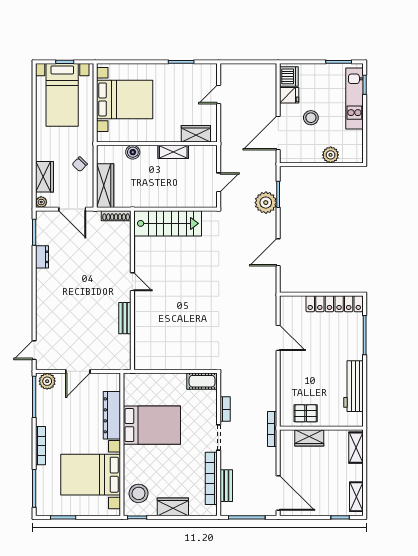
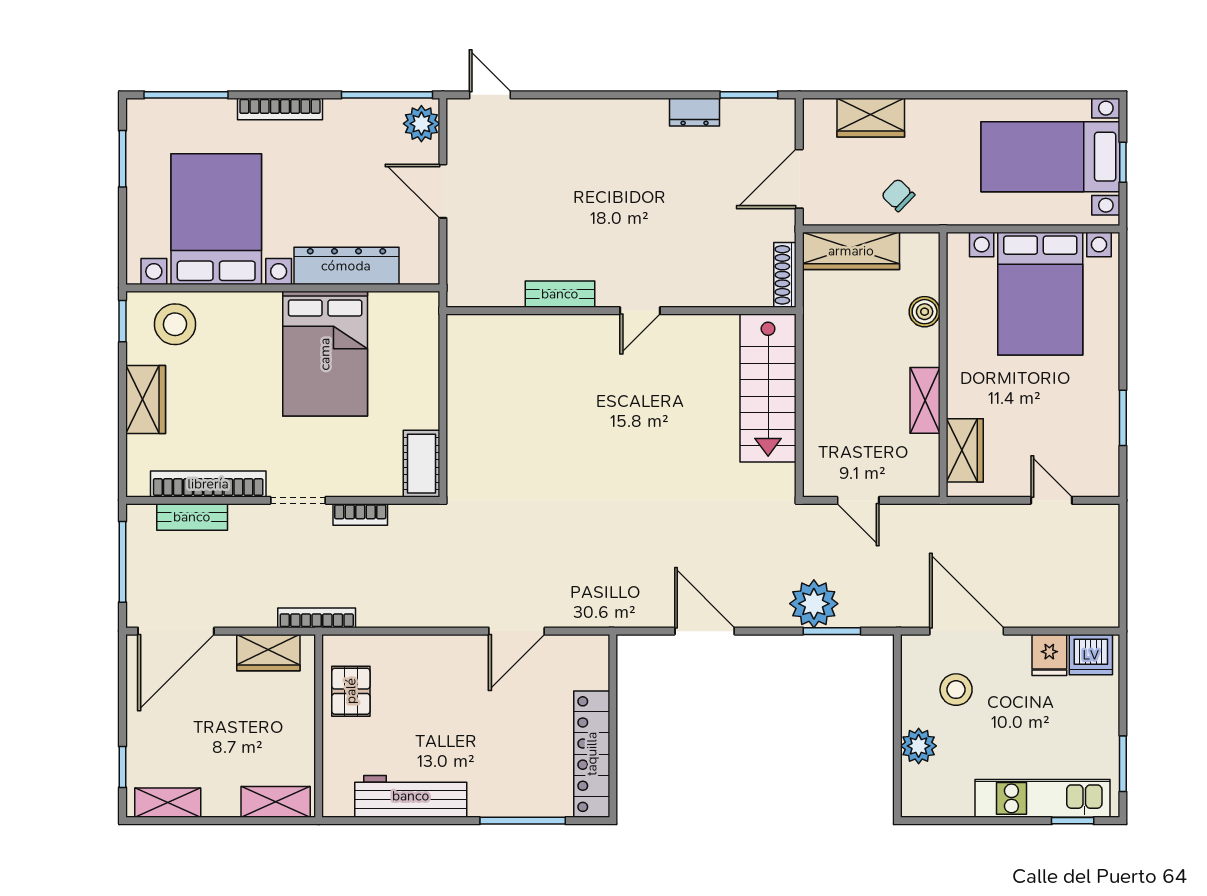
stool: (311, 118) -> (956, 690), moved
plant: (41, 202) -> (815, 111), removed
wardrobe: (309, 438) -> (268, 653), moved, turned -90

